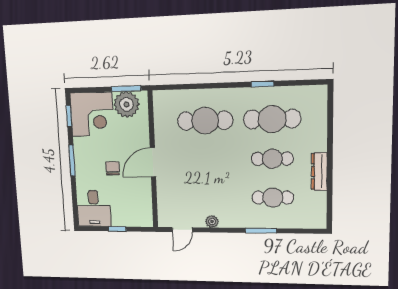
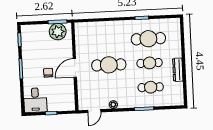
corner desk: (92, 114) -> (35, 38), removed
cafe table: (205, 121) -> (109, 65), moved

